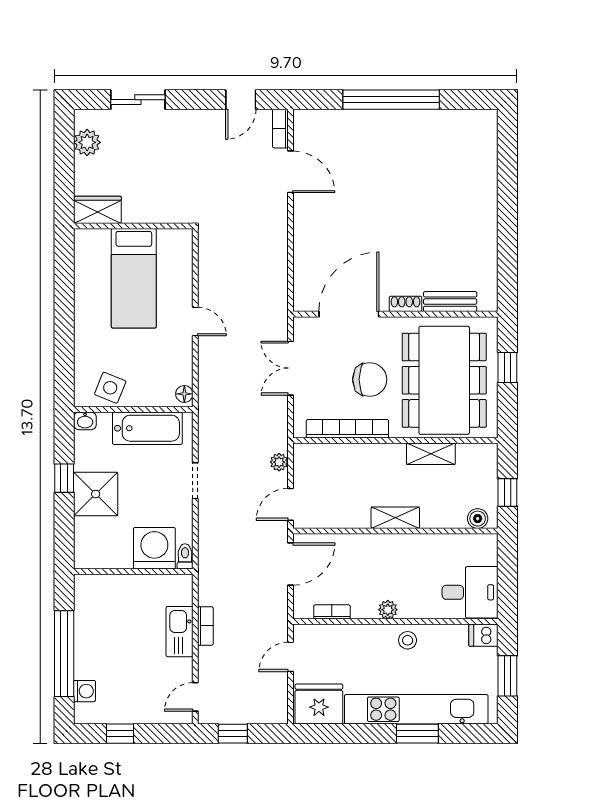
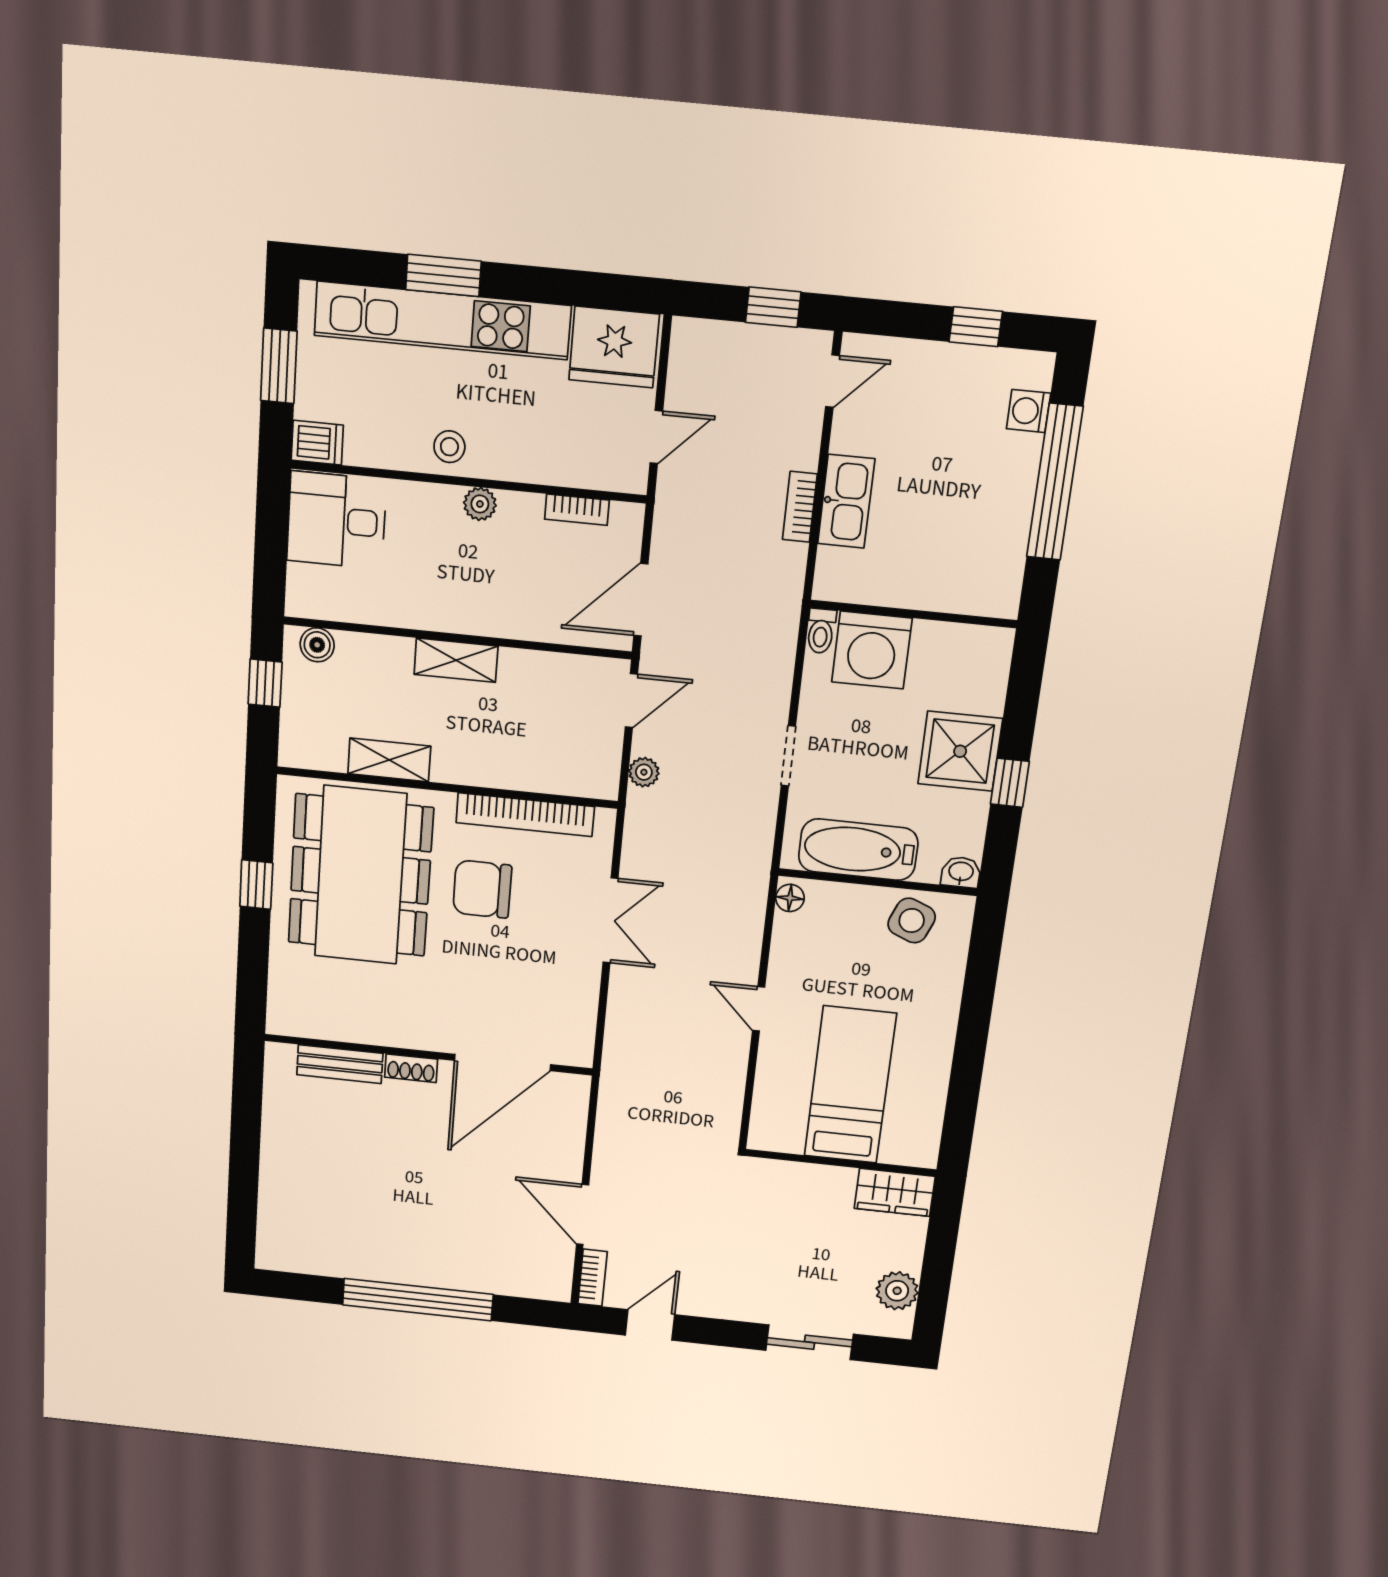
bench: (450, 302) -> (340, 1064), moved
shoe rack: (405, 304) -> (411, 1068), moved
door: (349, 314) -> (503, 1062), moved
wall: (395, 314) -> (428, 1055), moved

